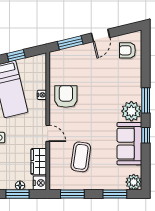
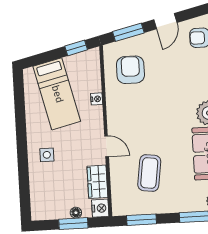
window: (16, 56) -> (76, 48), moved
armchair: (66, 96) -> (130, 70), moved

